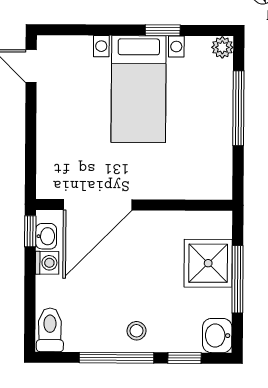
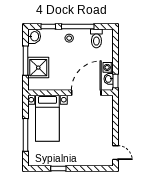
plant: (222, 47) -> (33, 161), removed
bed with nightstands: (139, 89) -> (47, 118), moved, turned 180
toilet: (50, 330) -> (96, 38), moved

